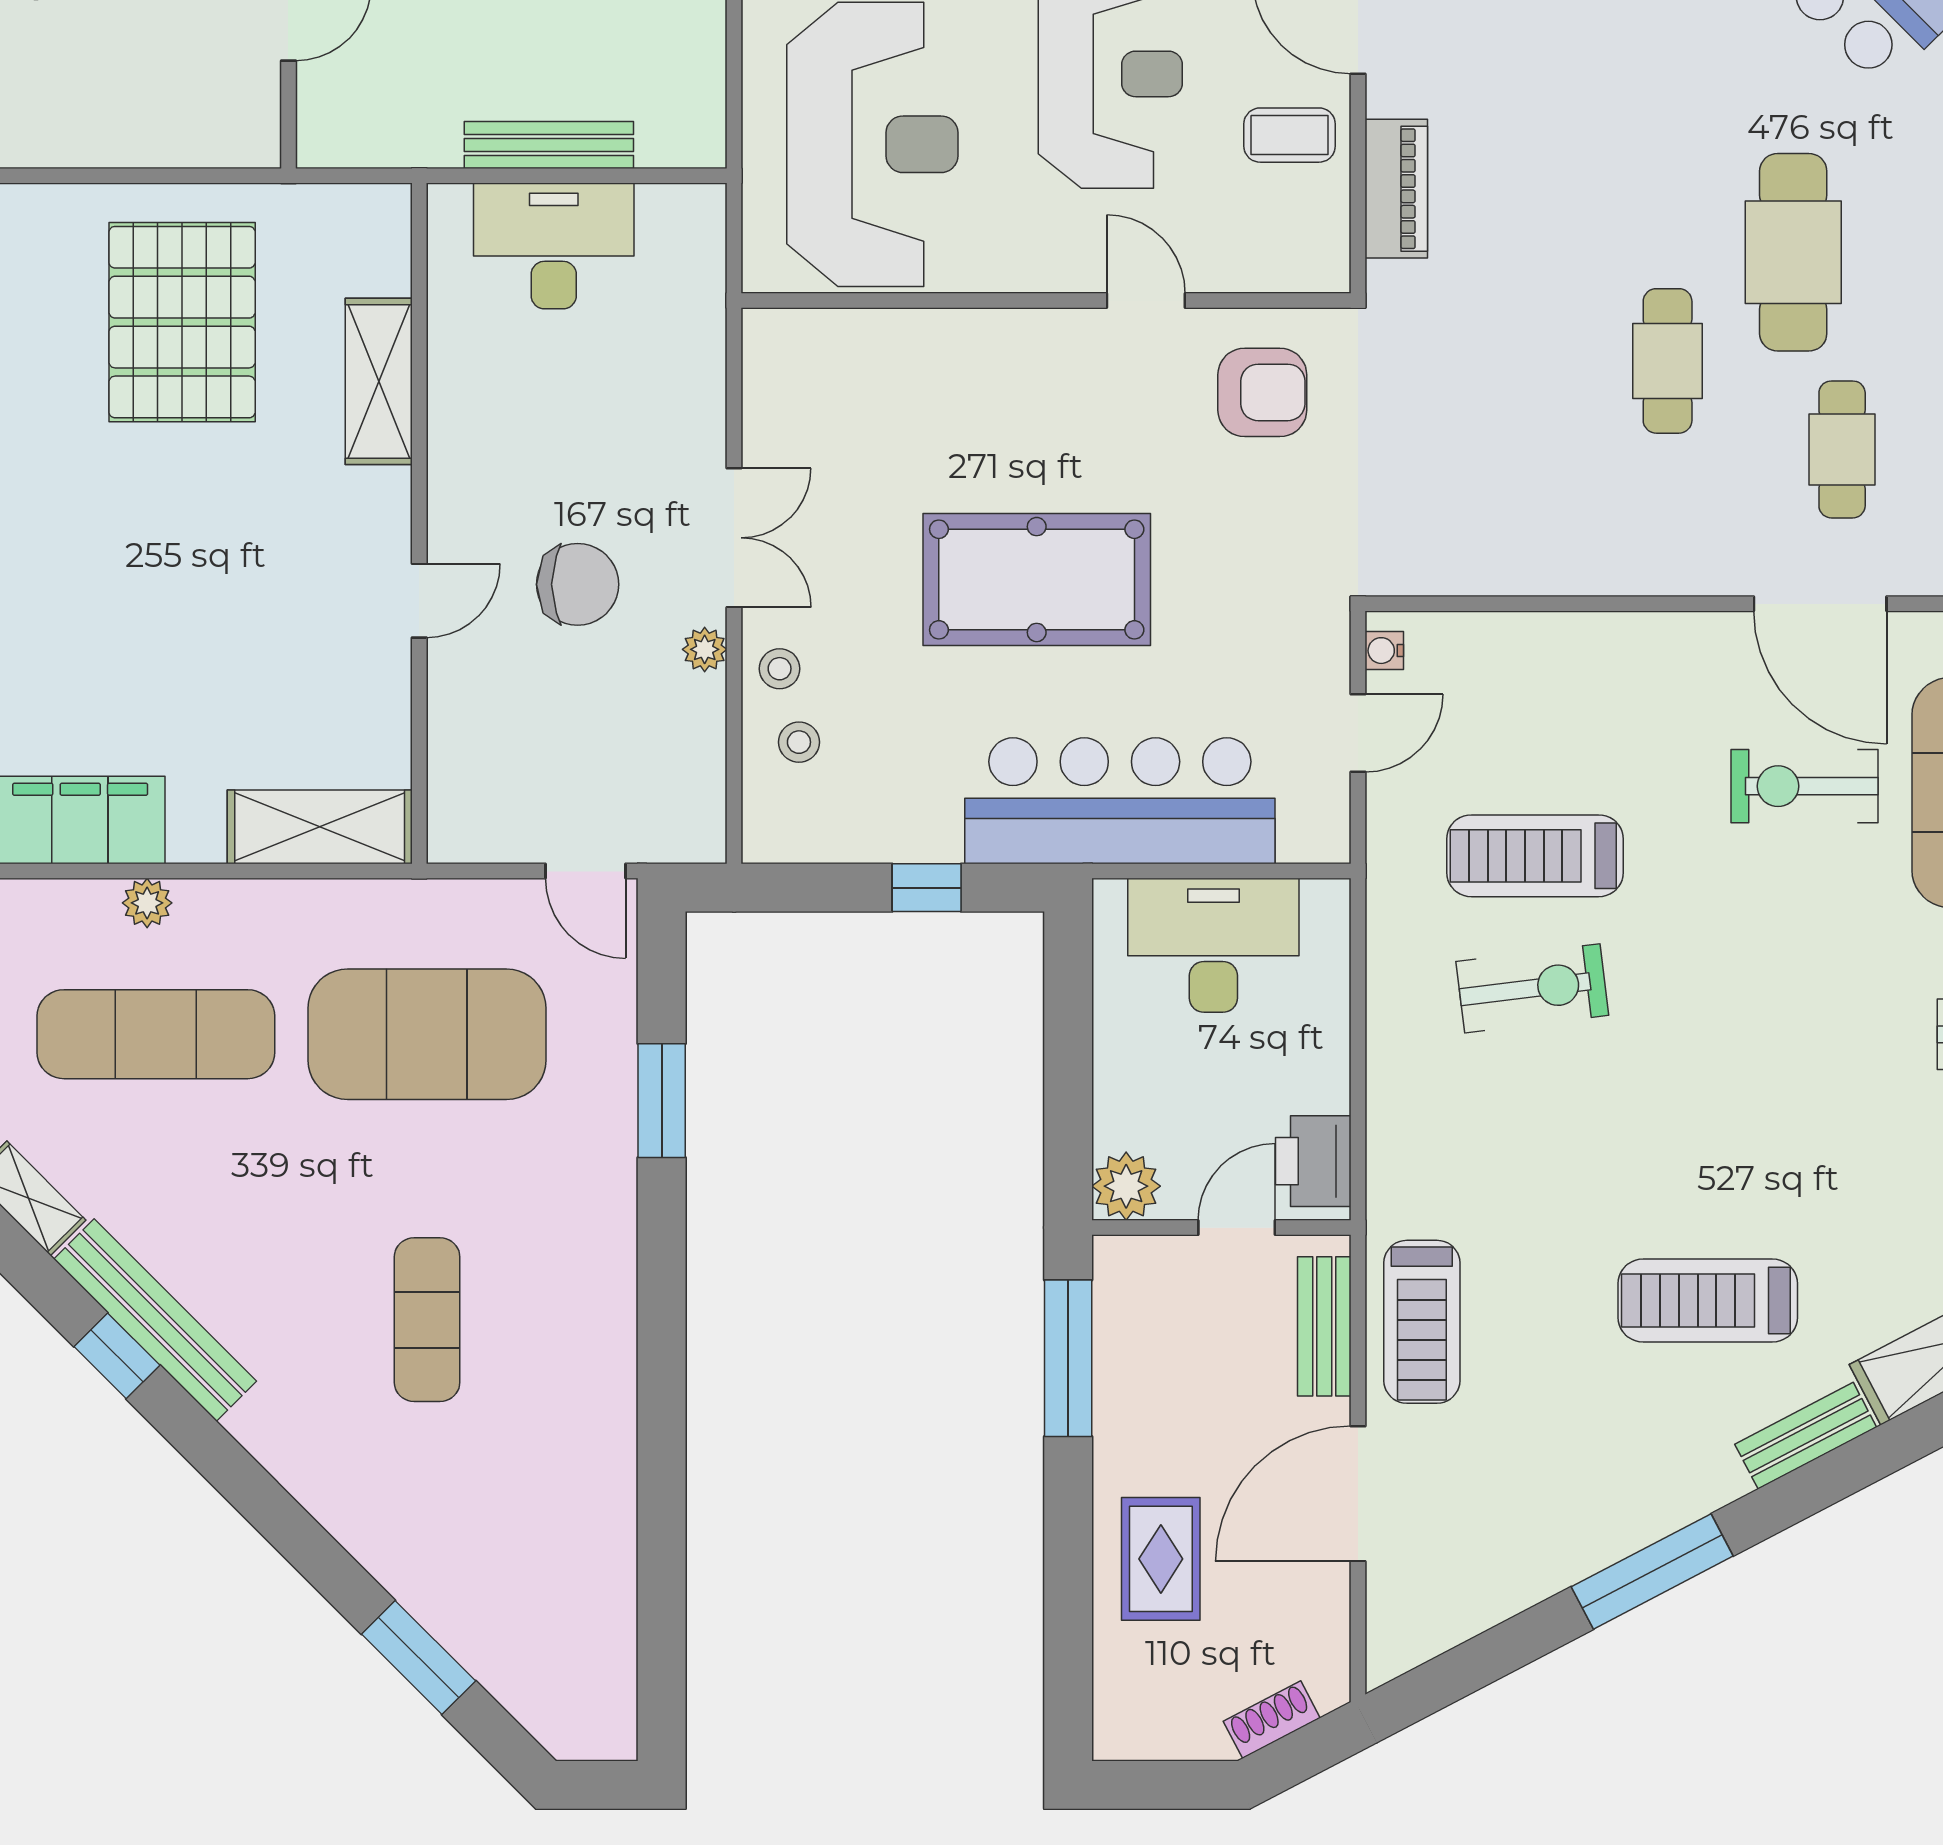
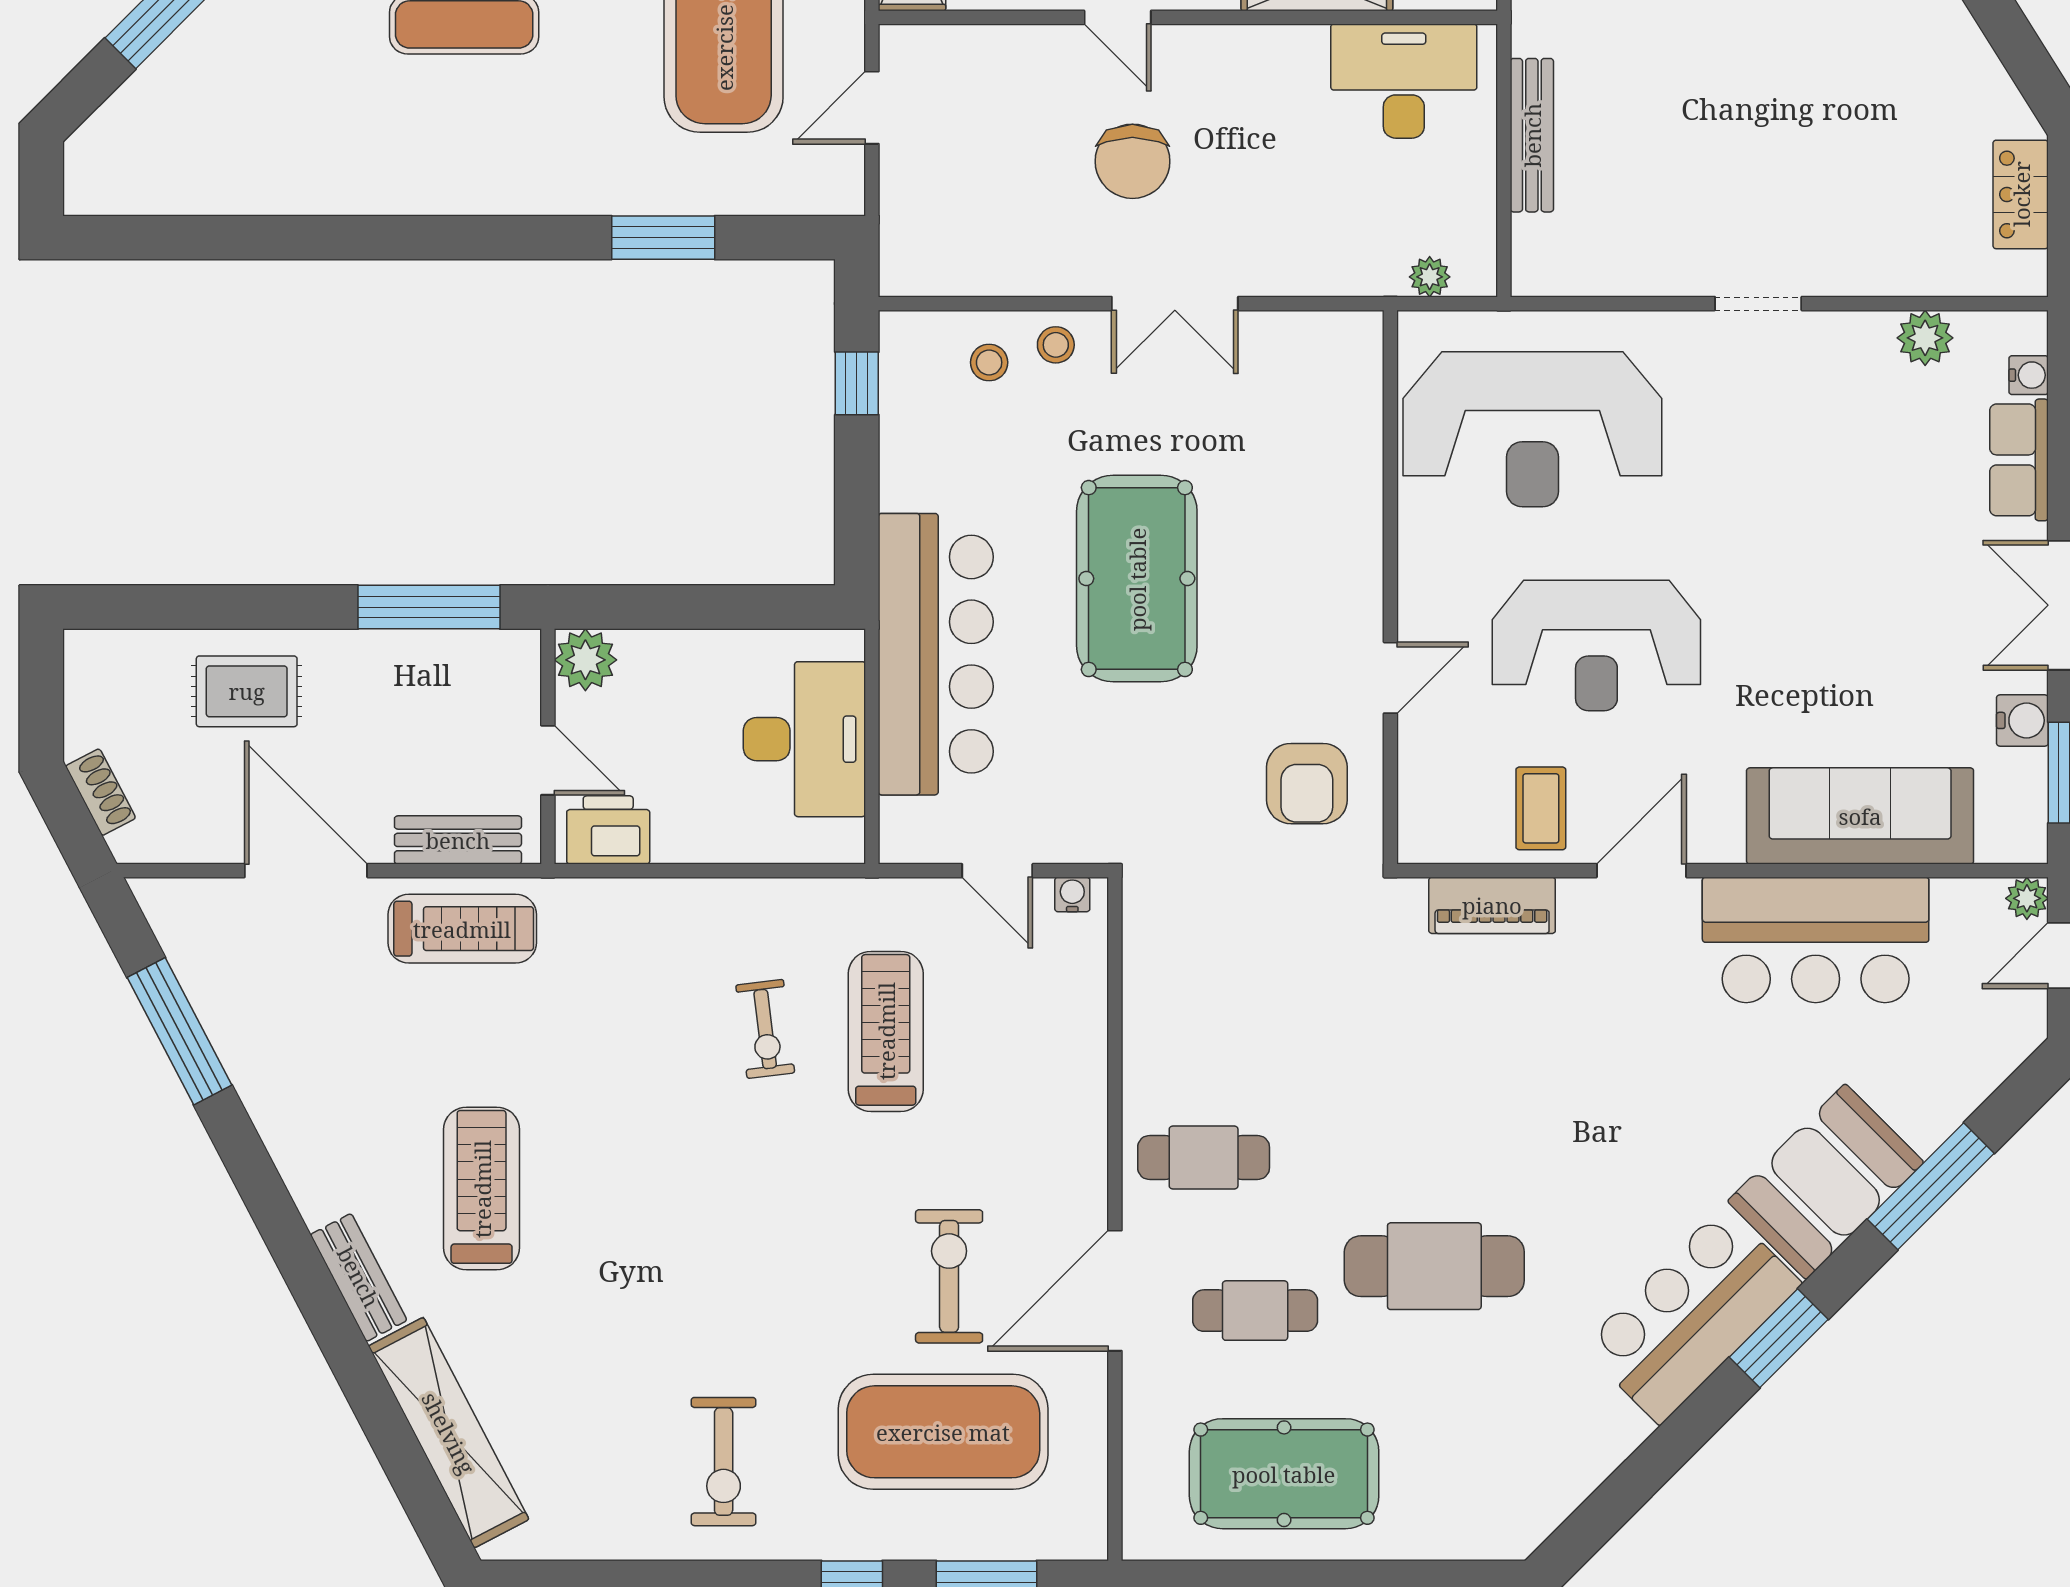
desk: (554, 246) -> (1404, 81), moved, turned -90
cafe table: (1668, 361) -> (1204, 1158), moved
plant: (705, 649) -> (1430, 277), moved
door: (586, 871) -> (872, 108), moved
window: (927, 888) -> (857, 383), moved
exercise bike: (1532, 988) -> (765, 1029), width x0.73, depth x0.72
treadmill: (1422, 1322) -> (462, 929), turned 180
window: (1652, 1571) -> (179, 1031), moved

